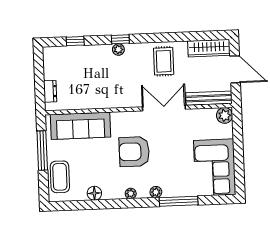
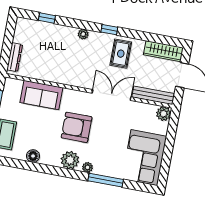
window: (120, 39) -> (109, 30), moved
dresser: (50, 91) -> (15, 57), width x1.44
sofa: (81, 126) -> (41, 95), width x0.73
plant: (131, 193) -> (70, 160), width x1.88, depth x1.88

